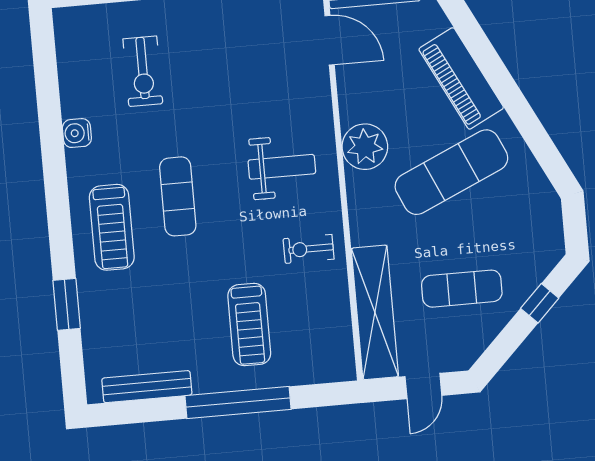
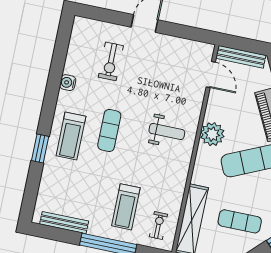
exercise bike: (309, 249) -> (158, 226), moved, turned 90
window: (67, 304) -> (40, 148), moved

